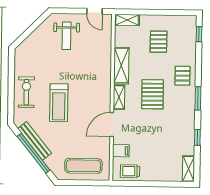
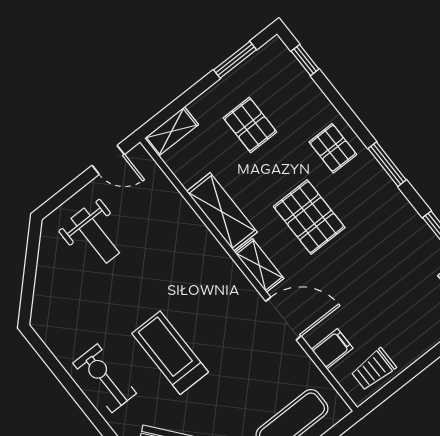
window: (173, 13) -> (235, 60), added
treadmill: (59, 103) -> (170, 353), turned 180
door: (112, 125) -> (283, 319), swing flipped

